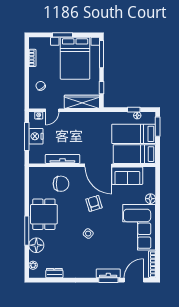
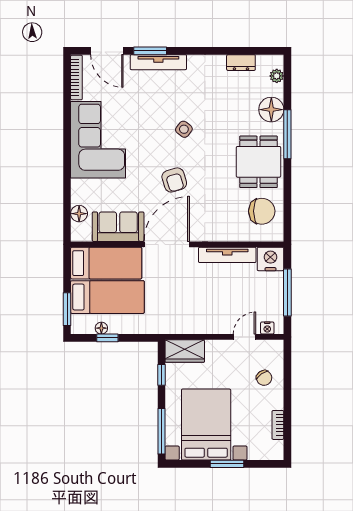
wardrobe: (82, 102) -> (185, 351), width x0.67
nightstand: (36, 136) -> (270, 259), moved, turned -90
door: (98, 165) -> (167, 244), hinge flipped
chair: (61, 184) -> (262, 211), moved, turned 180
floor lamp: (150, 199) -> (79, 214), moved
tv unit: (108, 273) -> (158, 62), width x1.41
door: (134, 280) -> (107, 51), hinge flipped

